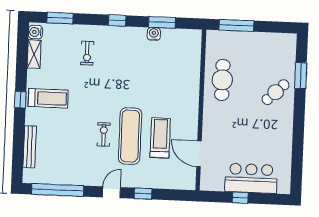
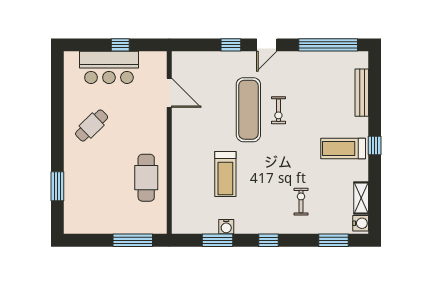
cafe table: (276, 92) -> (92, 126), moved
treadmill: (160, 138) -> (225, 174), moved

